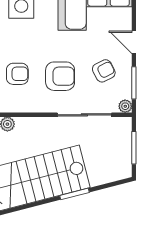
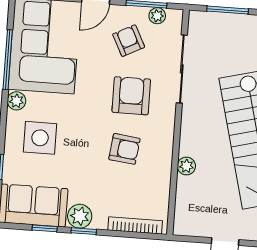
armchair: (17, 74) -> (124, 149), turned 97
plant: (125, 106) -> (157, 16), moved

